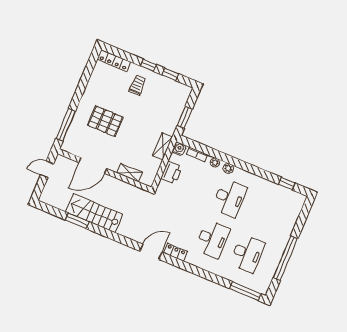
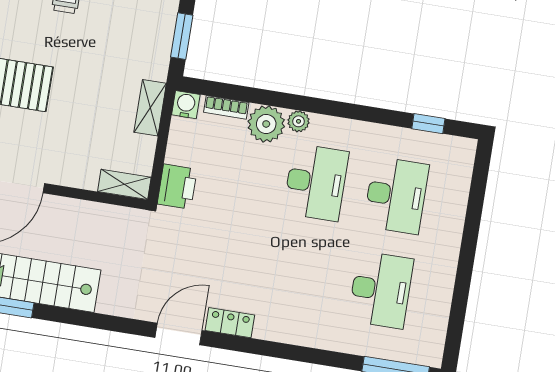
plant: (215, 162) -> (266, 124), width x1.88, depth x1.88
printer: (171, 172) -> (177, 187), moved
shelving: (130, 173) -> (124, 184), moved
desk: (212, 239) -> (396, 195), moved
window: (285, 258) -> (463, 280), removed

